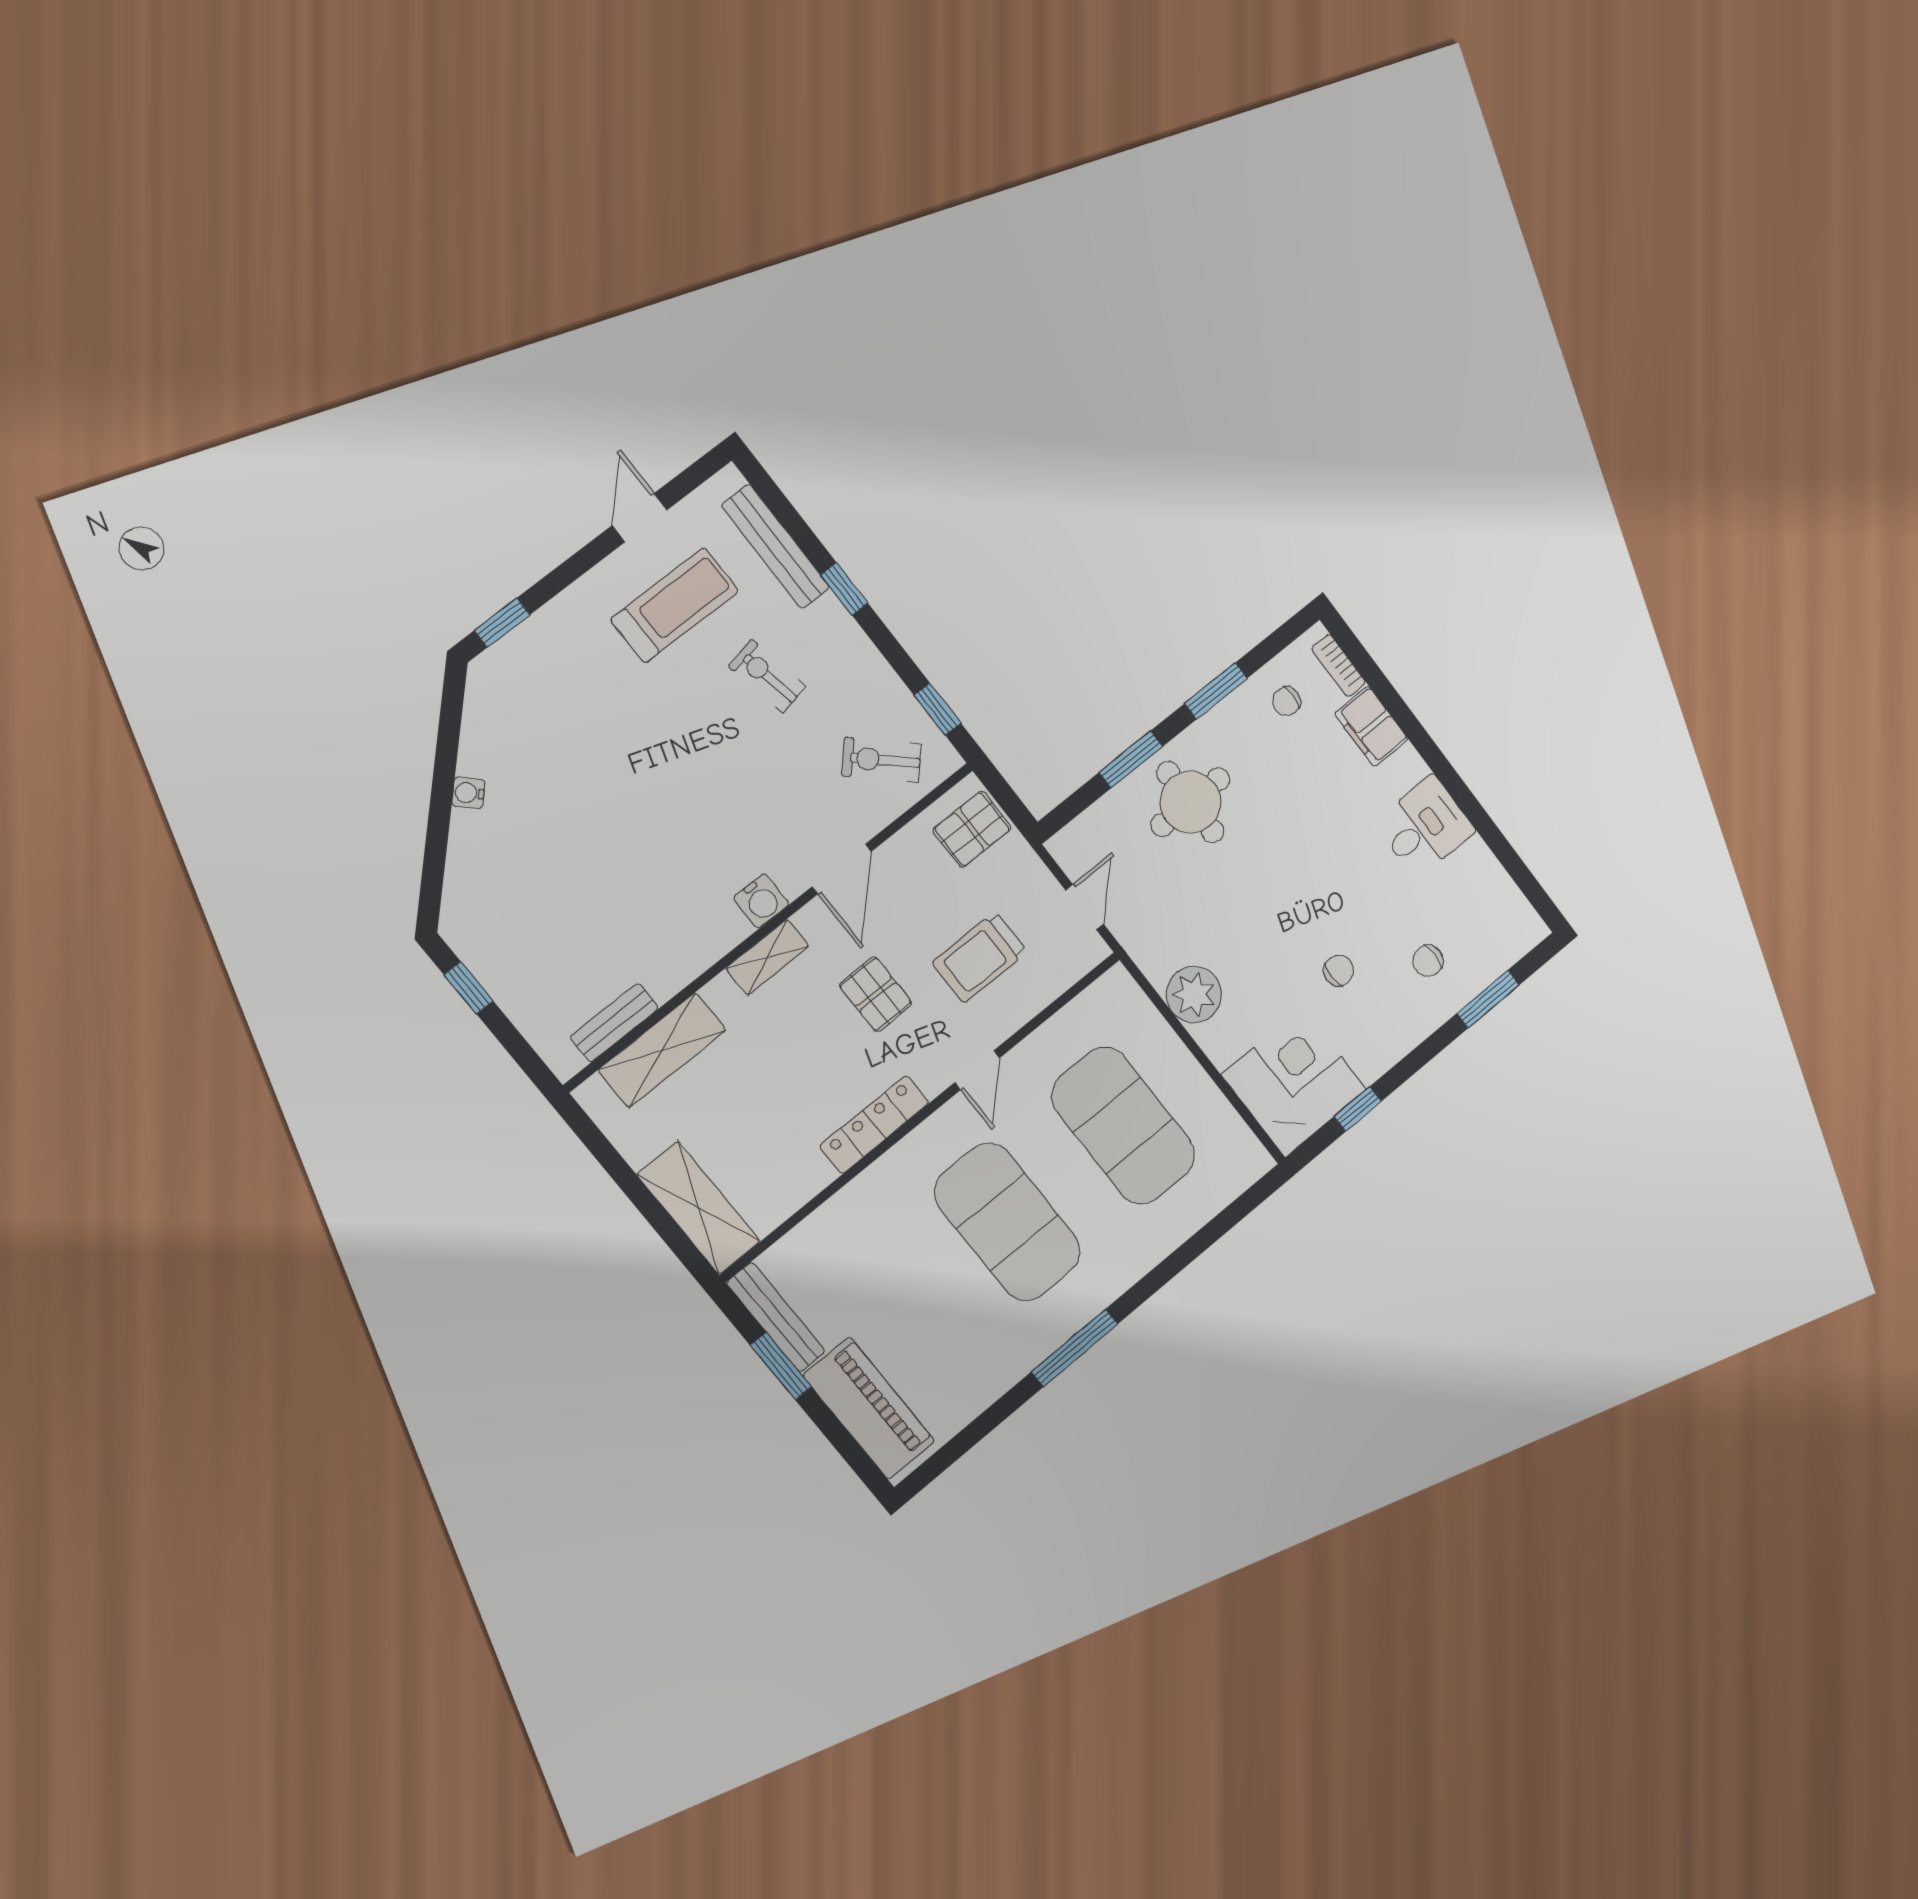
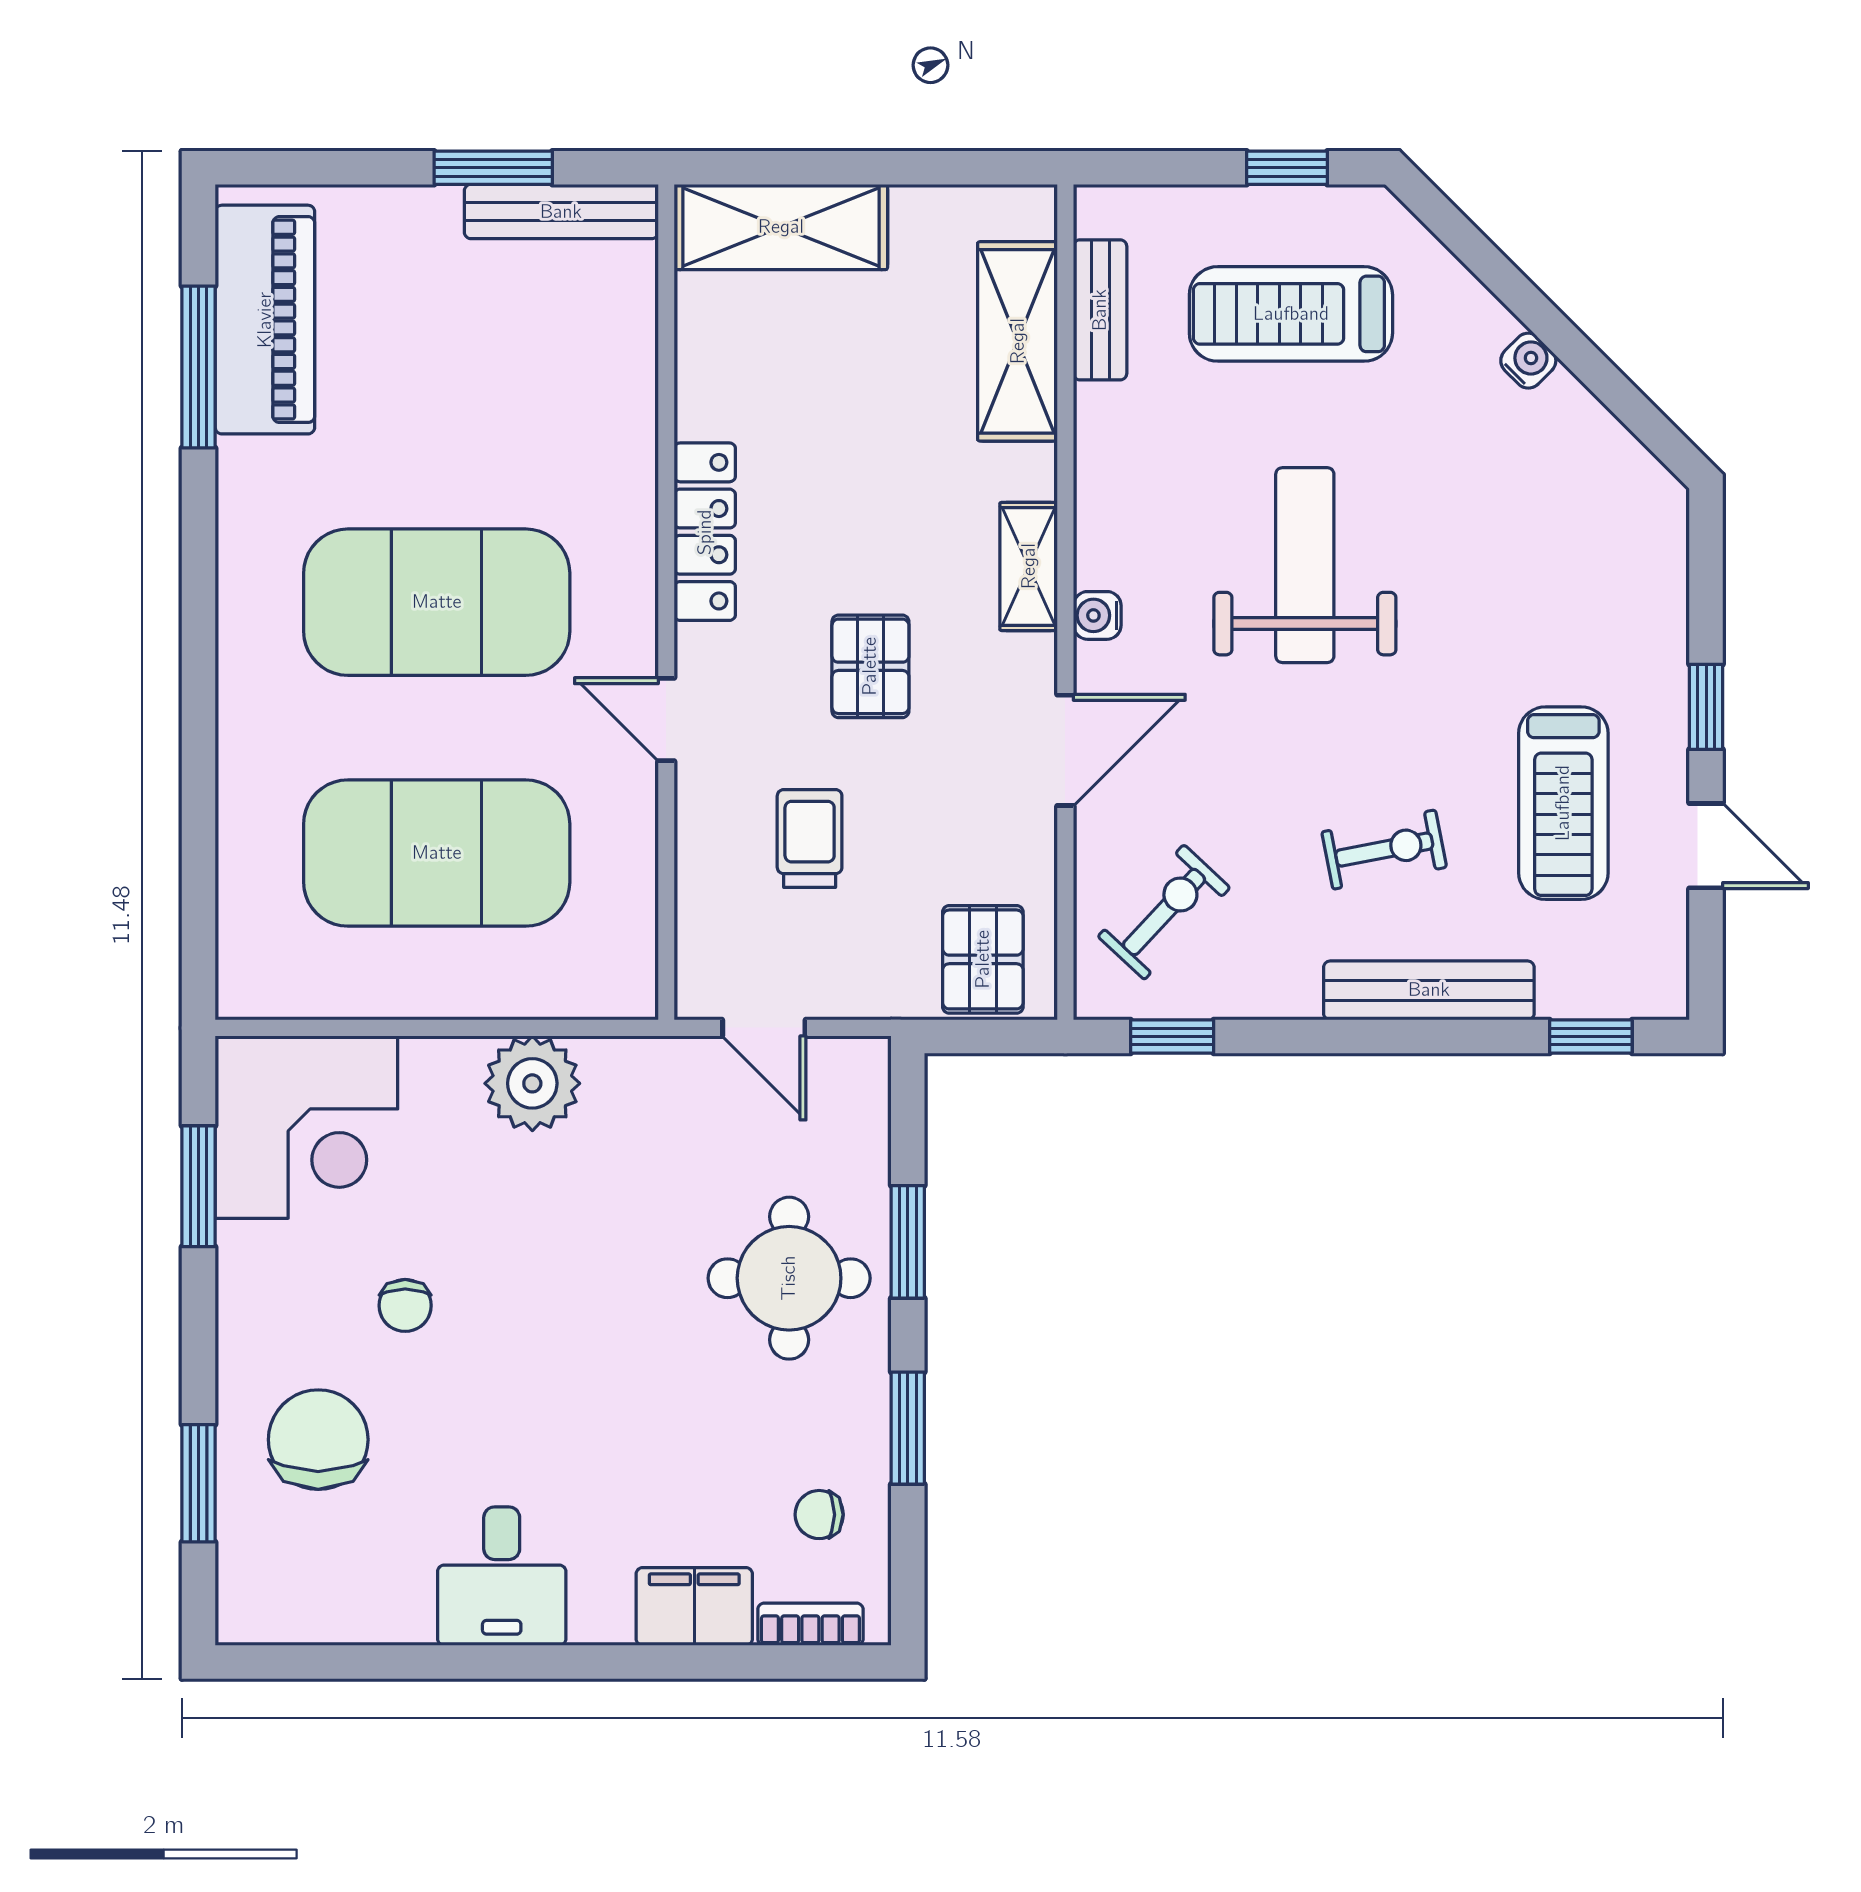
bench: (776, 546) -> (1429, 990), moved
window: (844, 589) -> (1591, 1037), moved
window: (502, 623) -> (1706, 707), moved
chair: (1286, 701) -> (819, 1515), turned -90
weight bench: (659, 824) -> (1305, 565), added
door: (842, 869) -> (1065, 750), swing flipped
water cooler: (761, 901) -> (1097, 615), width x0.72, depth x0.72
treadmill: (540, 928) -> (1291, 314), added
trolley: (980, 957) -> (810, 838), width x0.73, depth x0.72
chair: (1428, 961) -> (318, 1440), width x1.87, depth x1.87
pallet: (876, 994) -> (870, 666), turned 90
window: (1358, 1109) -> (199, 1186), width x1.50
window: (1075, 1348) -> (199, 367), moved
piano: (869, 1408) -> (265, 320), moved, turned -90

